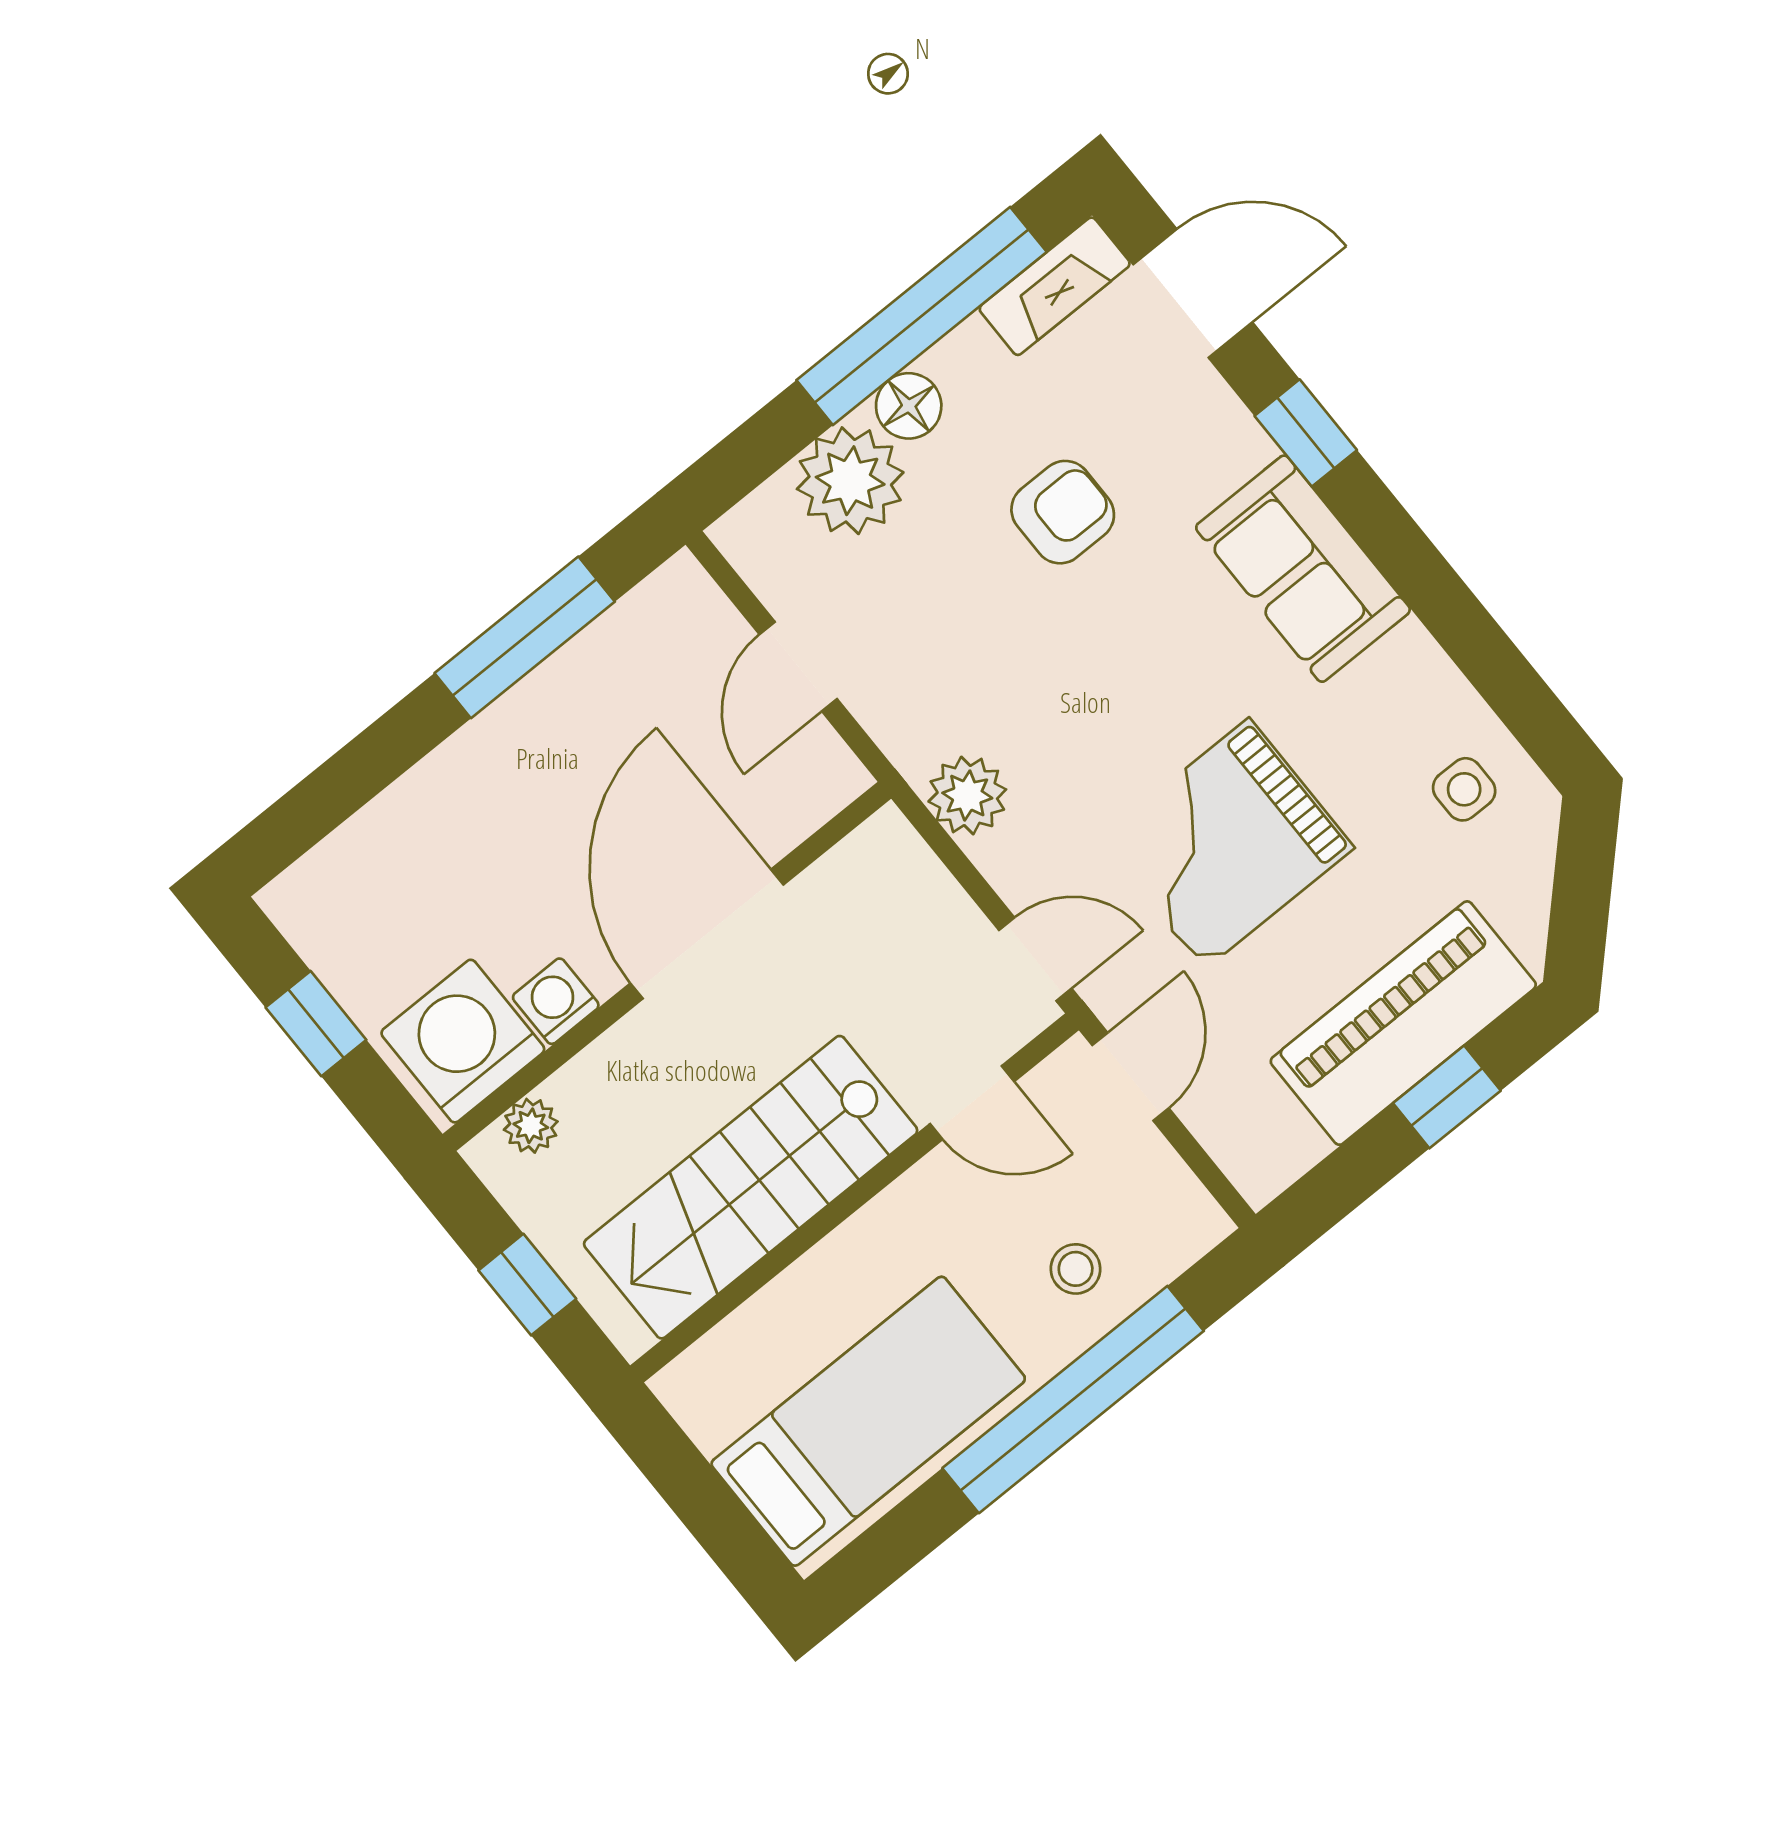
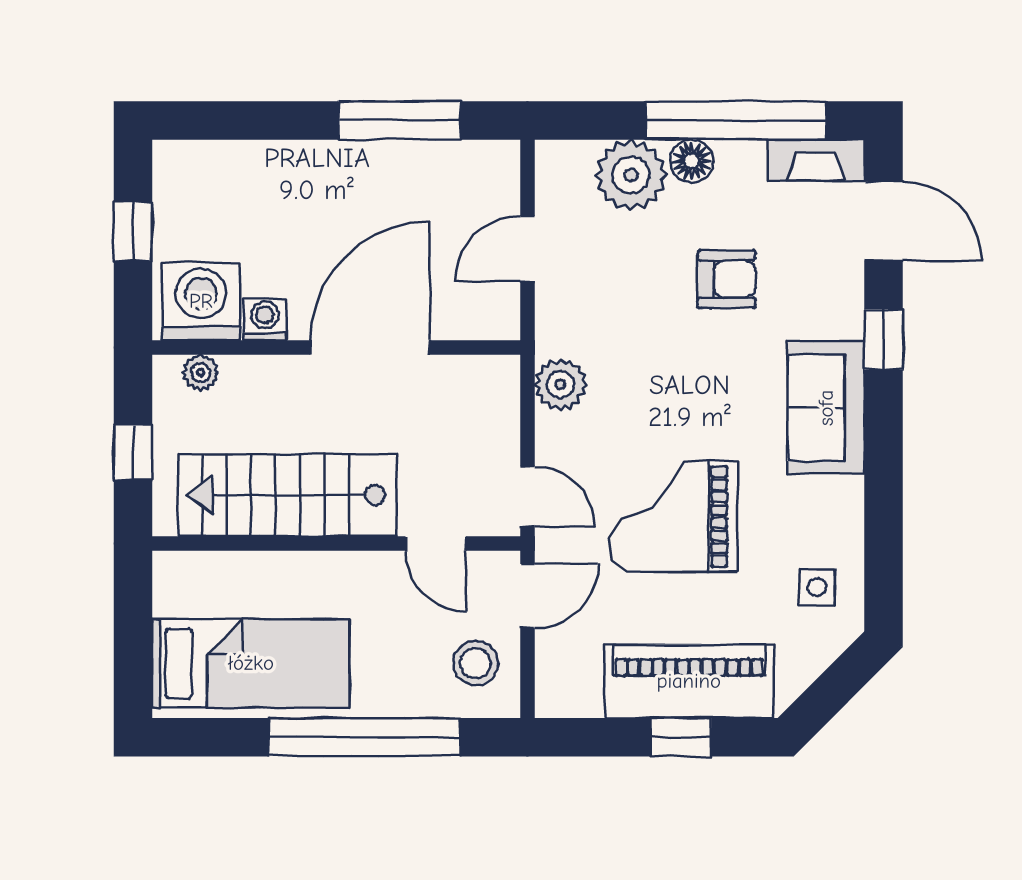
stool: (1076, 1269) -> (476, 663), moved, width x1.37, depth x1.37

